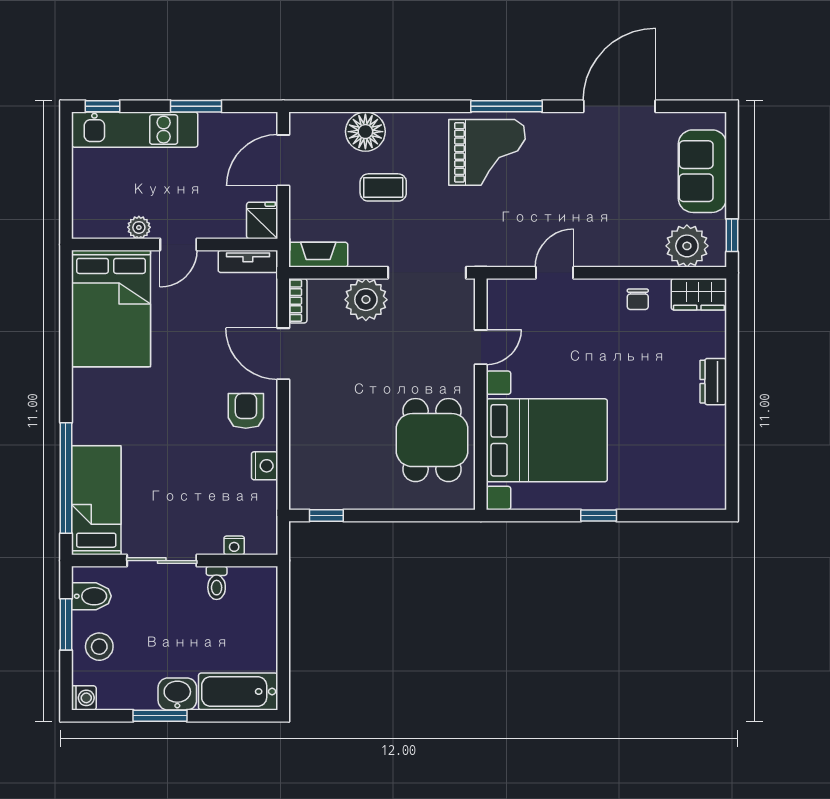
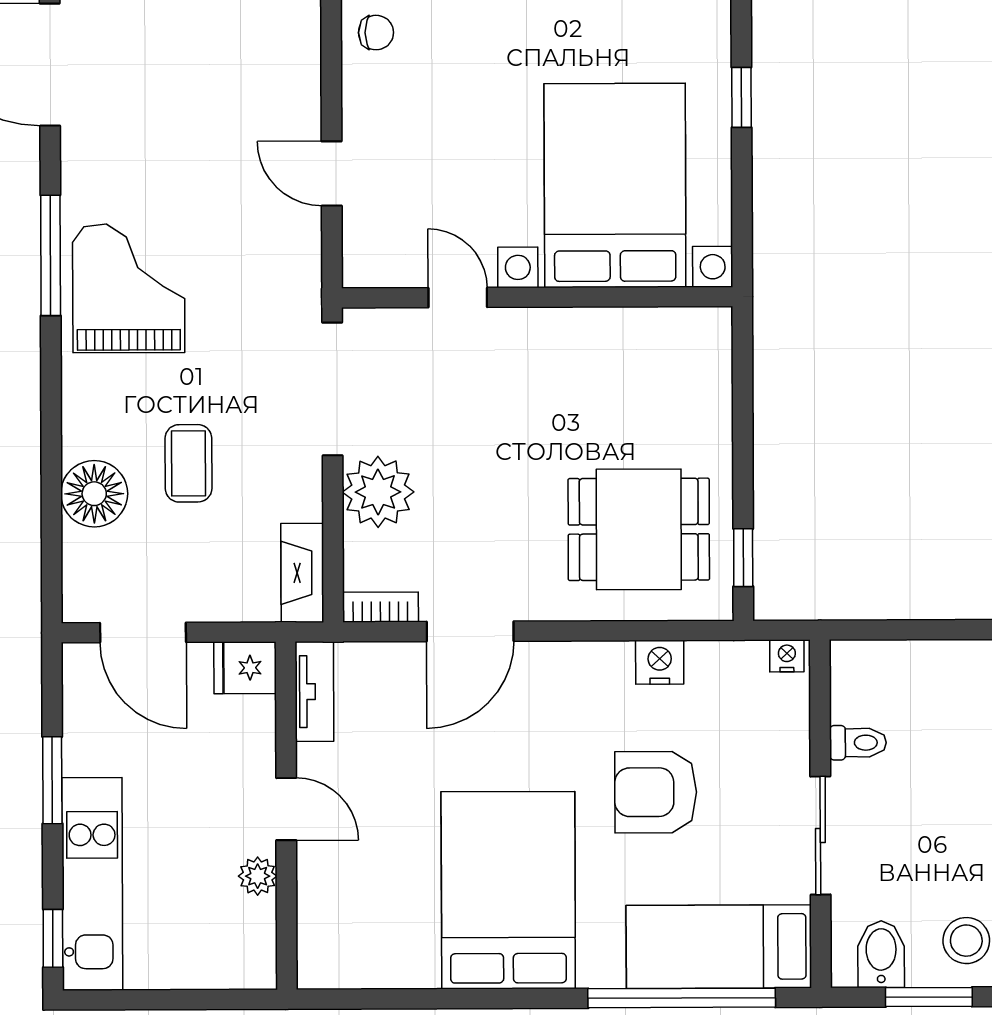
bed: (111, 309) -> (508, 890), moved, turned -90
armchair: (246, 411) -> (656, 792), moved, width x1.38, depth x1.38
dining table: (432, 440) -> (639, 529), moved
nightstand: (234, 545) -> (787, 656), moved, turned -90

